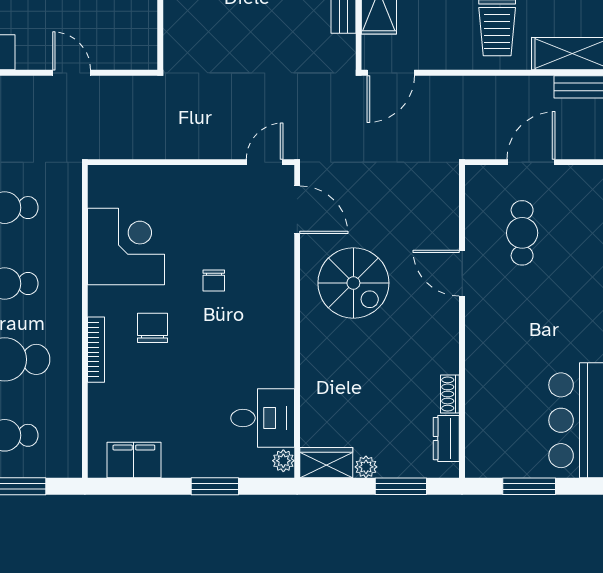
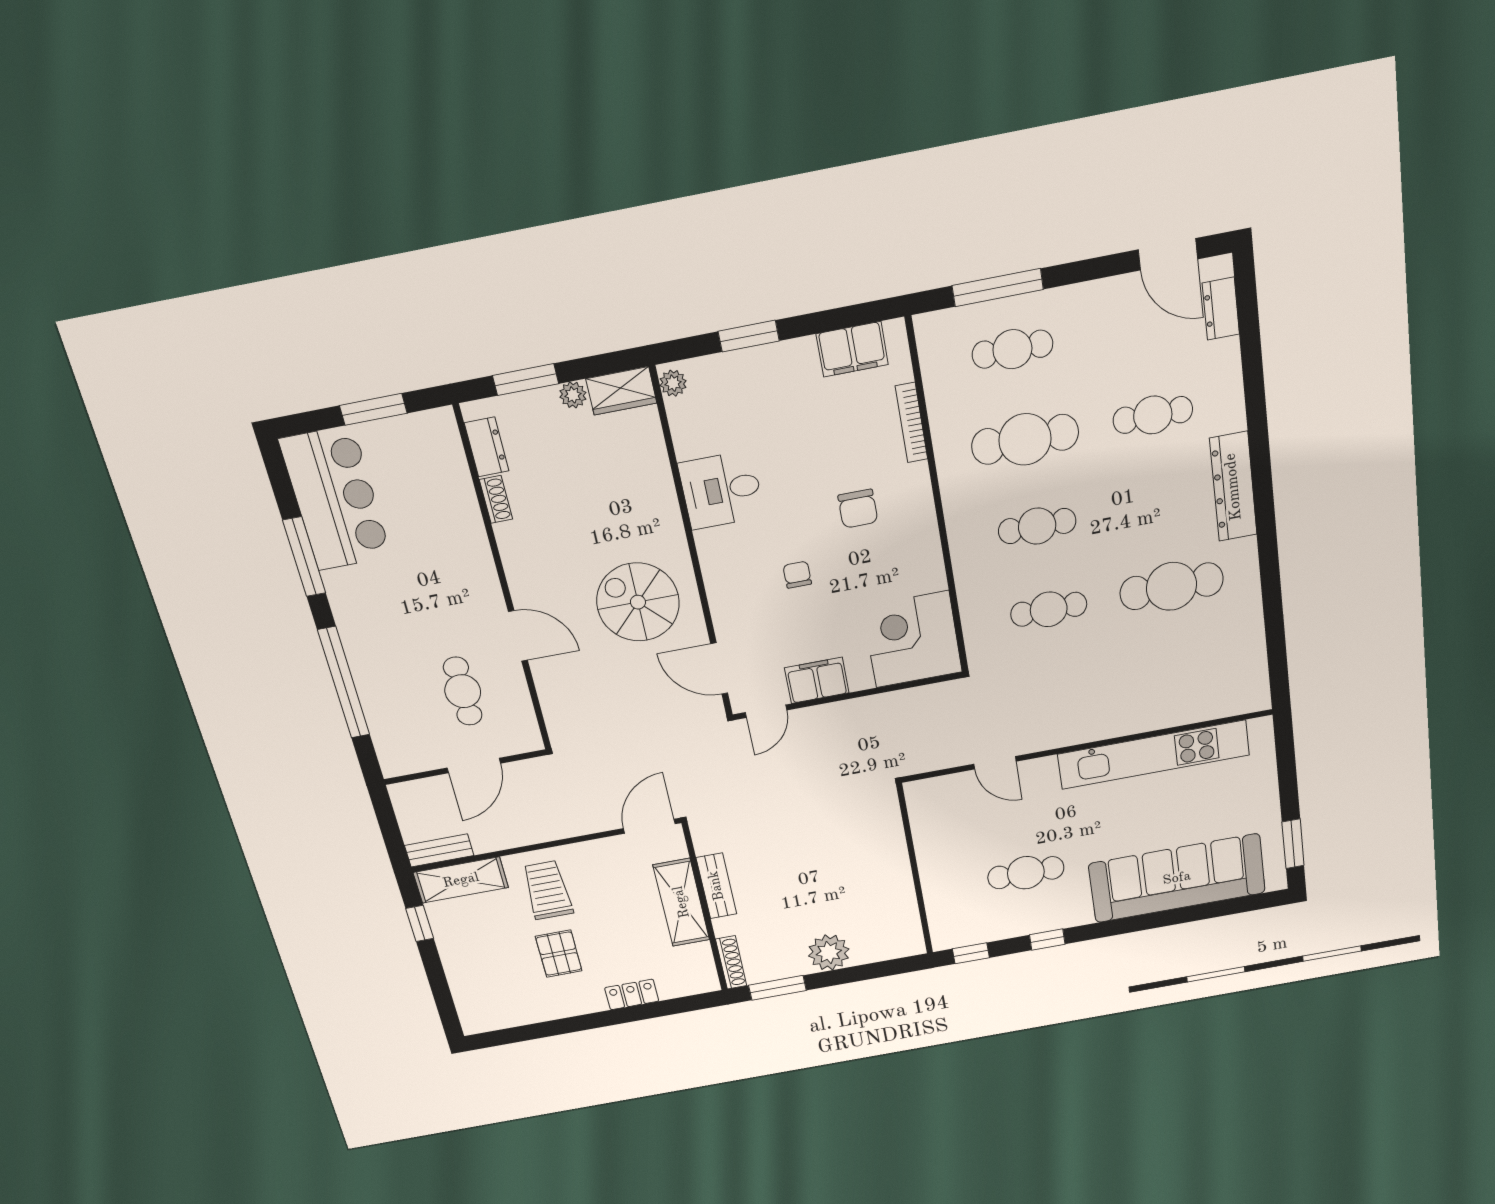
filing cabinet: (215, 182) -> (817, 680), added
corner desk: (126, 246) -> (912, 639), moved, turned 90
bookcase: (96, 350) -> (911, 423), moved
desk: (263, 418) -> (721, 490), moved

